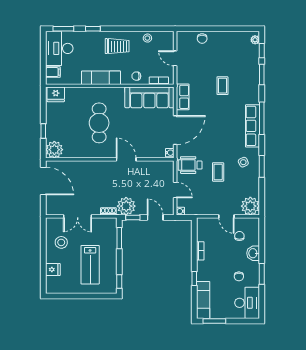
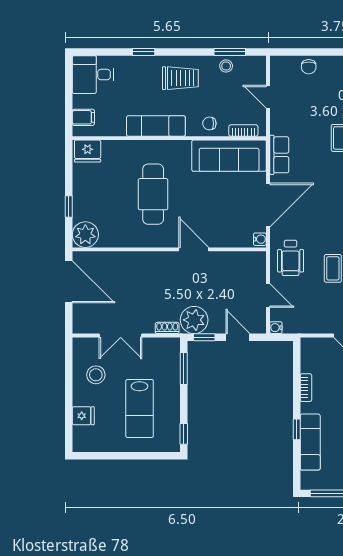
window: (63, 29) -> (230, 52), moved
desk: (59, 48) -> (93, 75), width x0.73
wheelchair: (190, 165) -> (291, 258), turned -90
exam couch: (203, 300) -> (310, 442), moved

